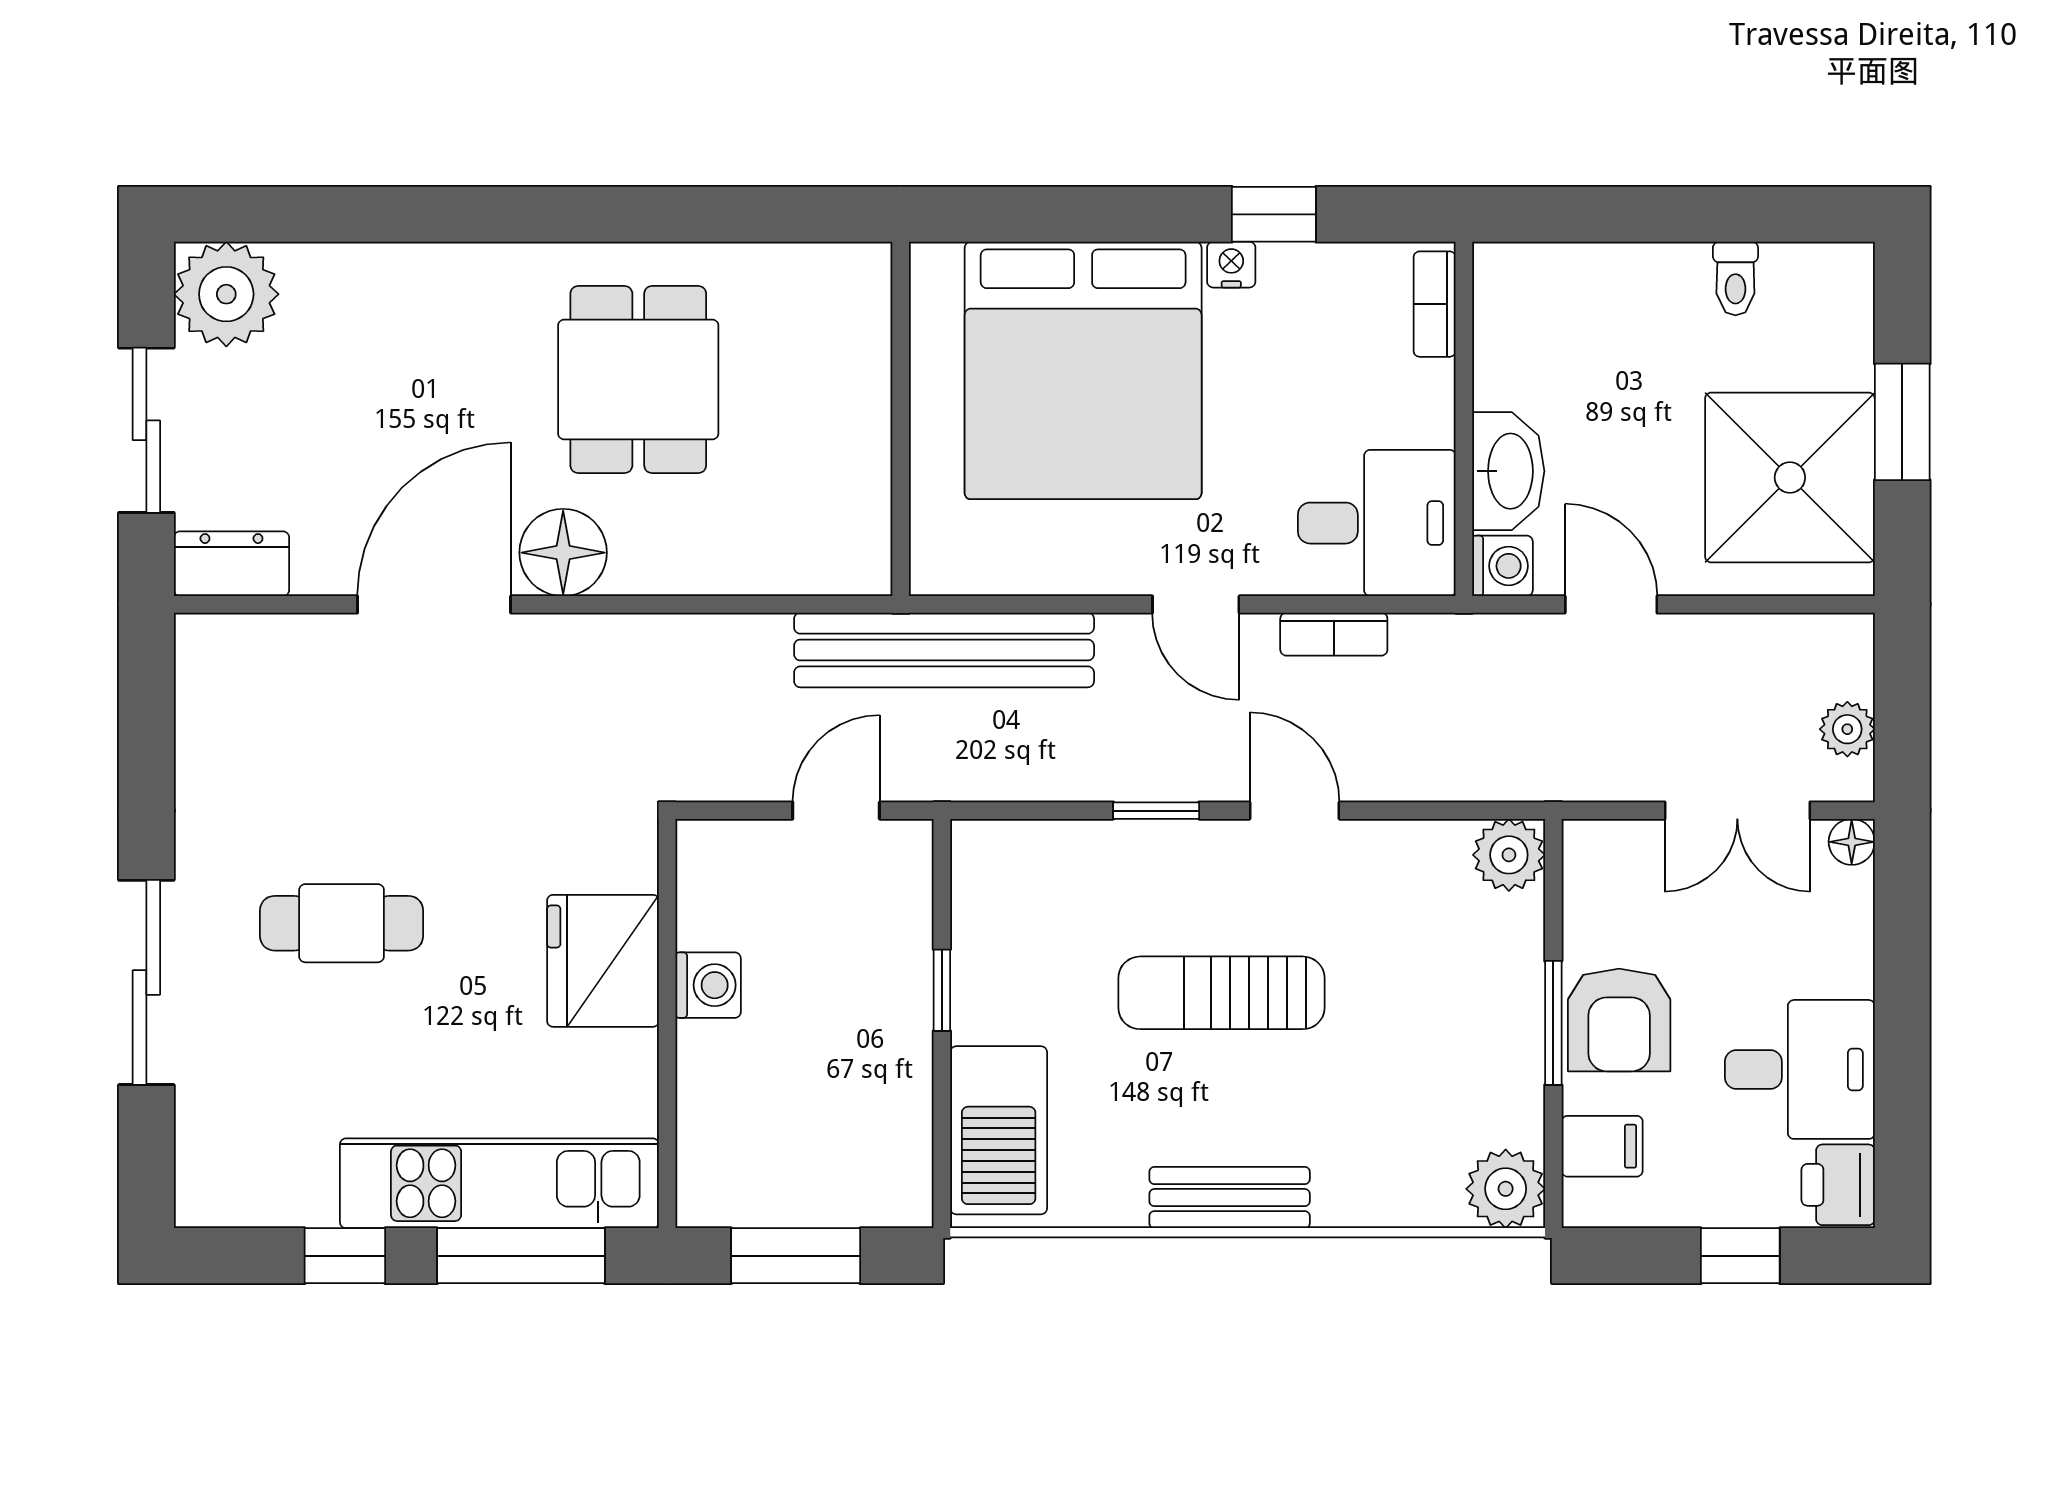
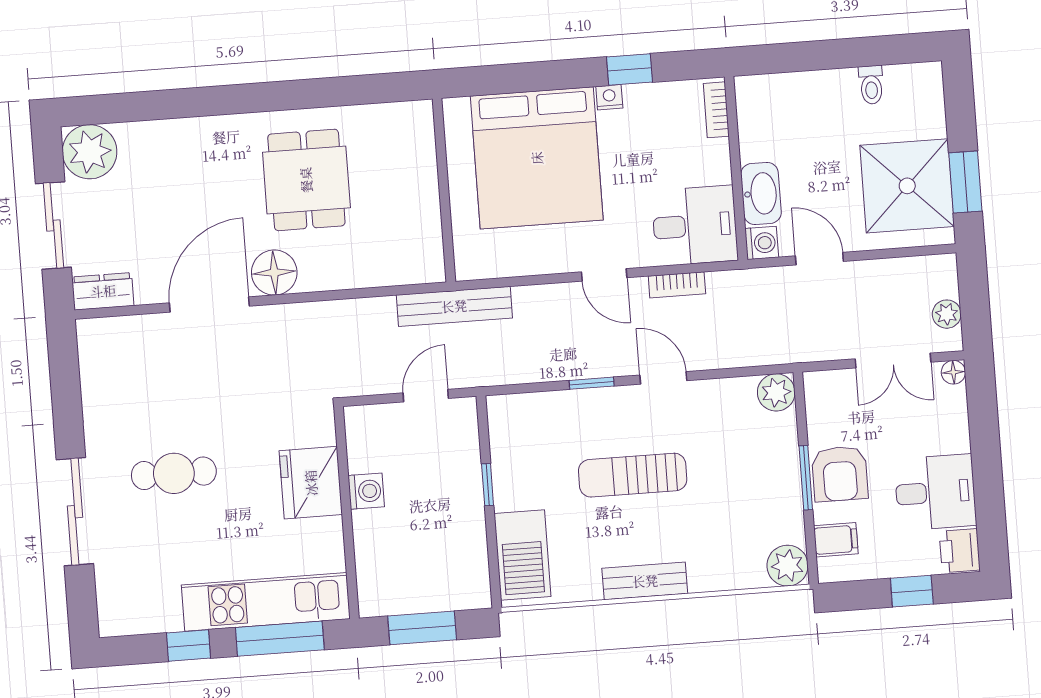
window: (1902, 422) -> (965, 182), moved
bench: (944, 650) -> (454, 306), width x0.73, depth x0.82

